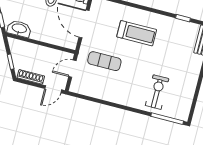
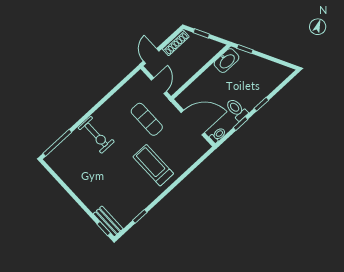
treadmill: (137, 33) -> (153, 165), turned 90
exercise mat: (104, 61) -> (147, 119), turned 90
exercise bike: (157, 92) -> (96, 135), moved

